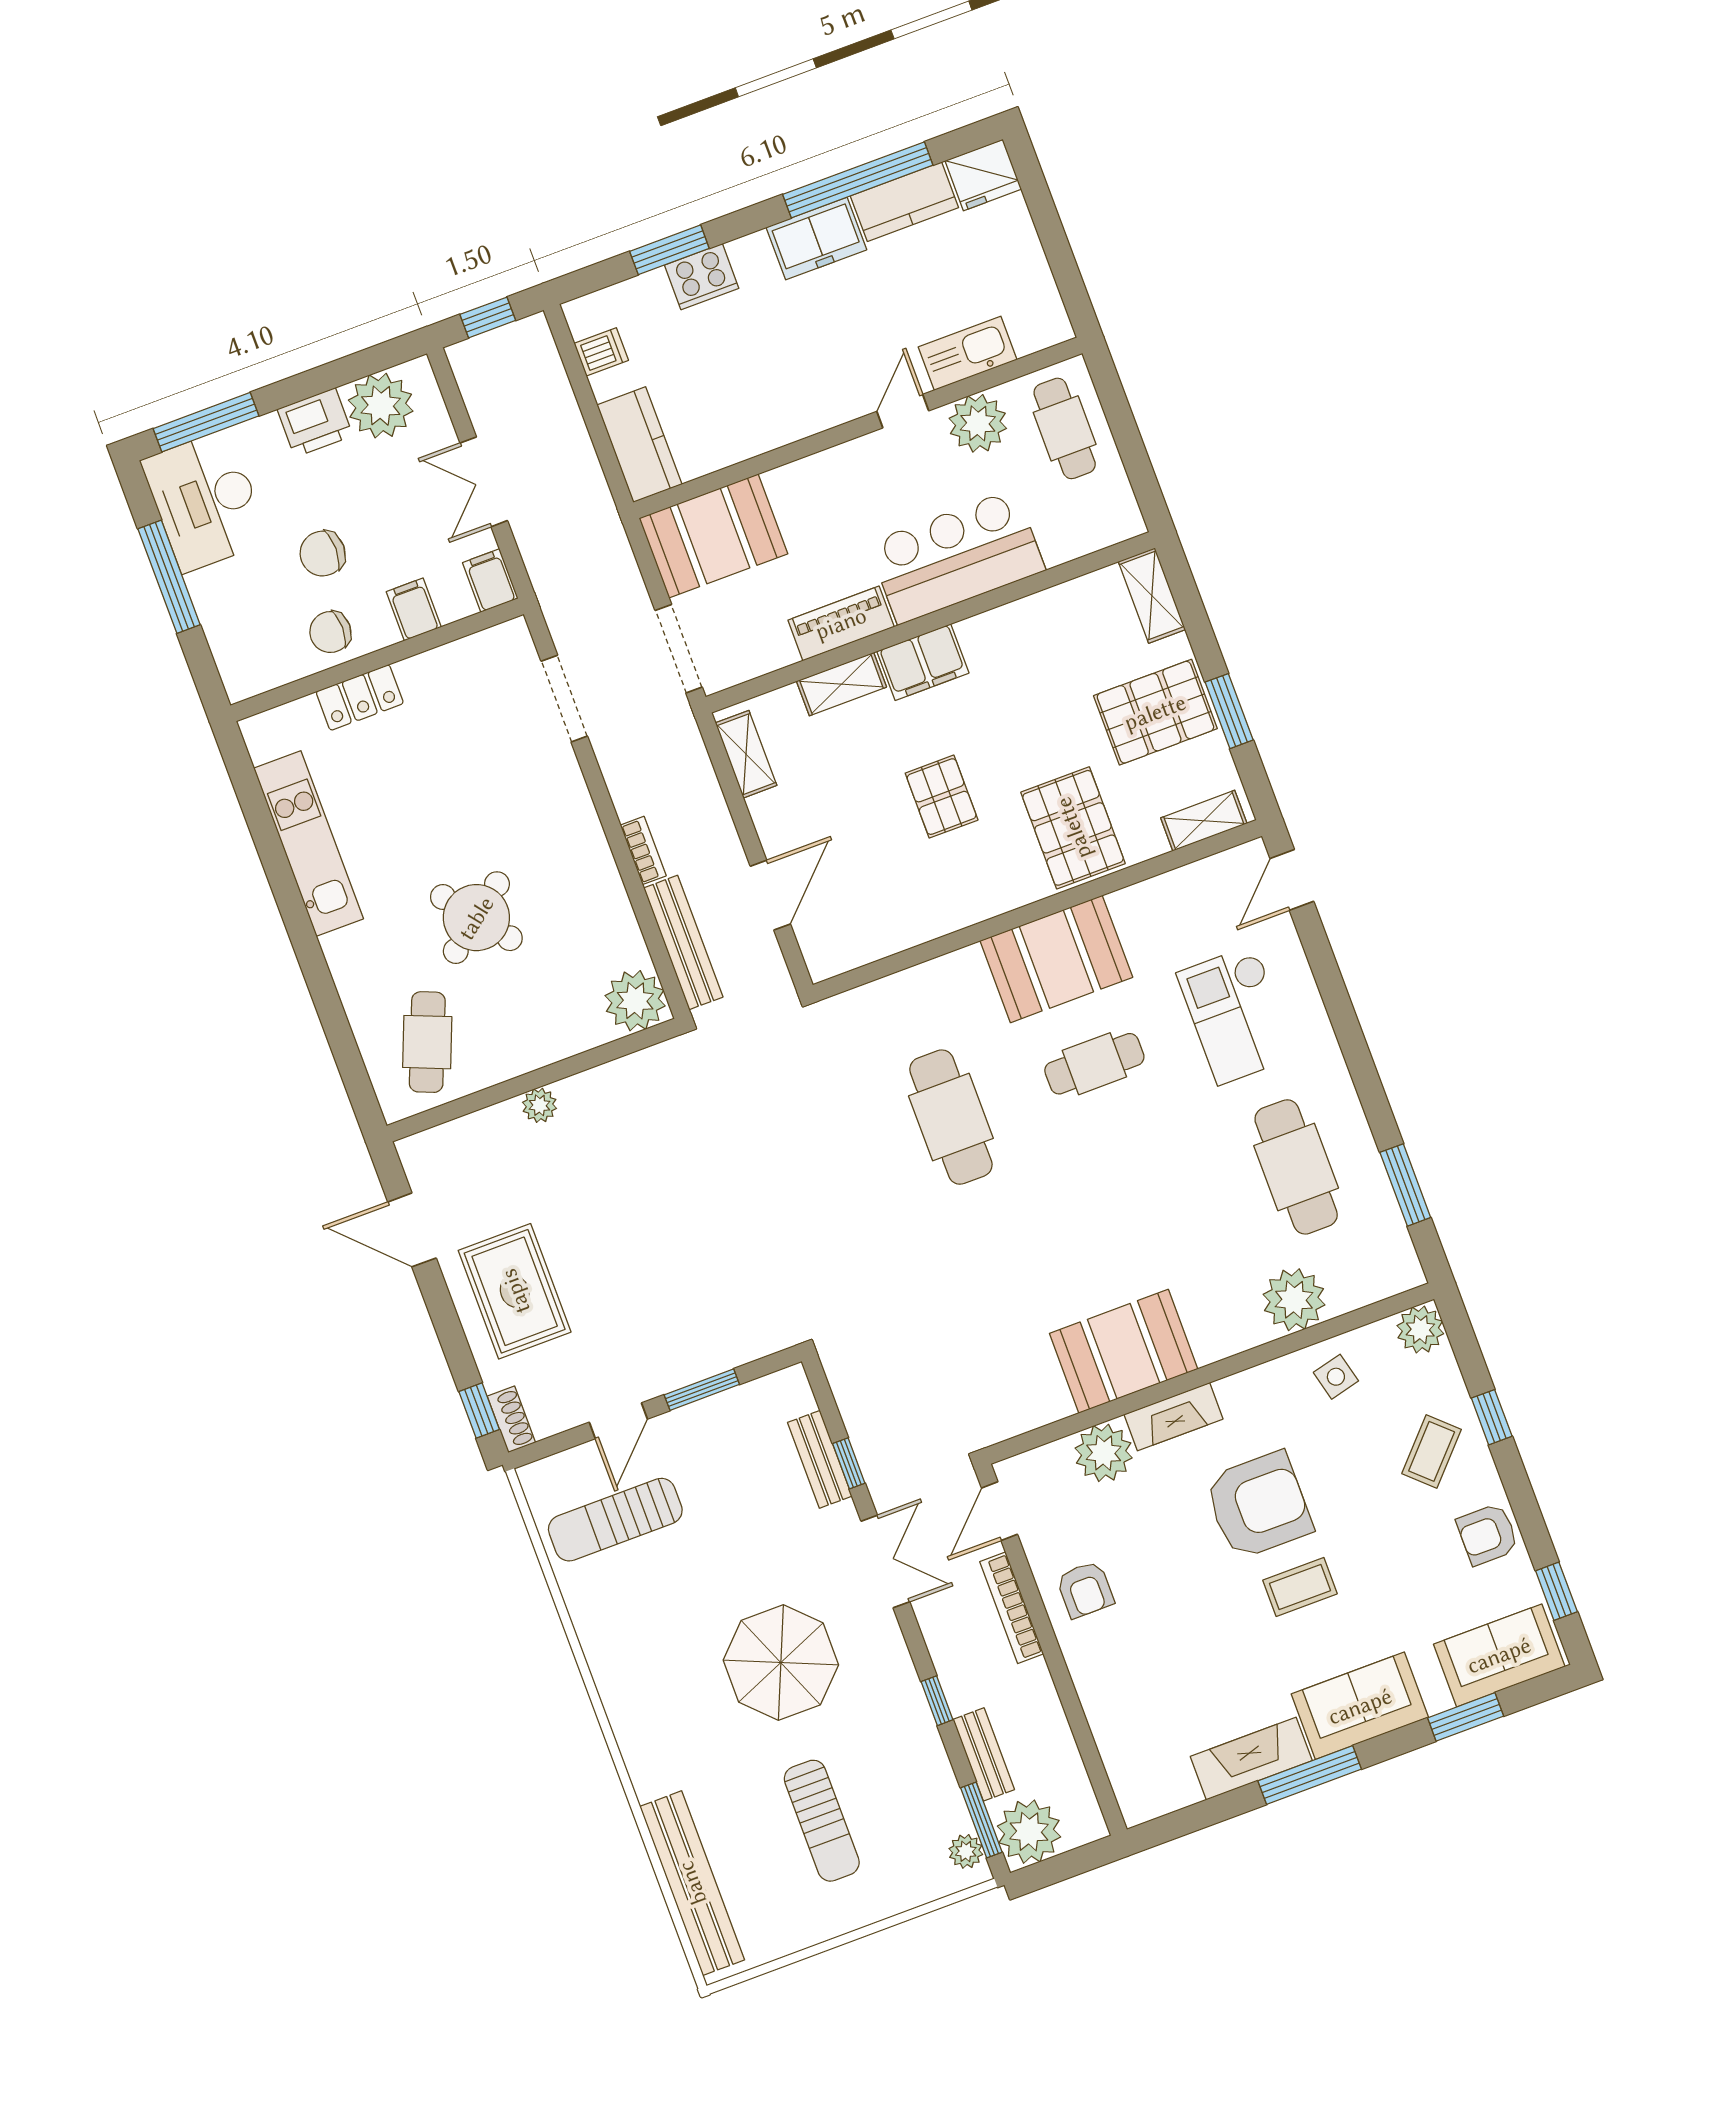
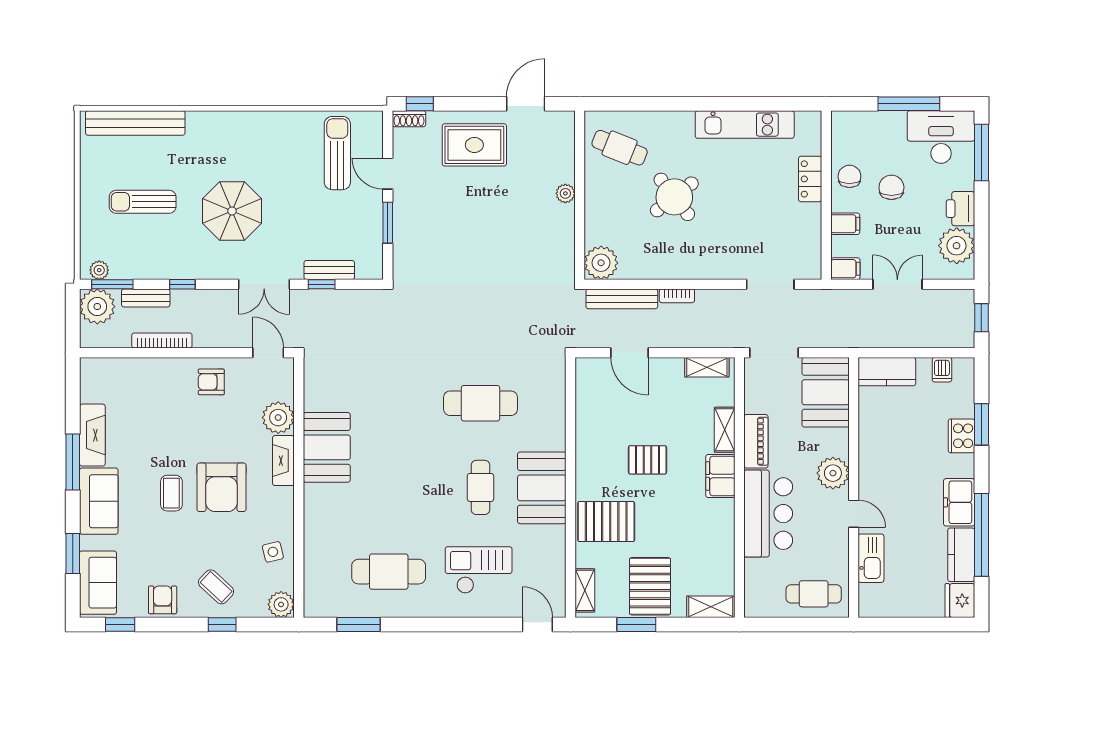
plant: (978, 423) -> (833, 473), moved
plant: (1294, 1300) -> (321, 545), removed
bookcase: (1012, 1608) -> (162, 340), moved

